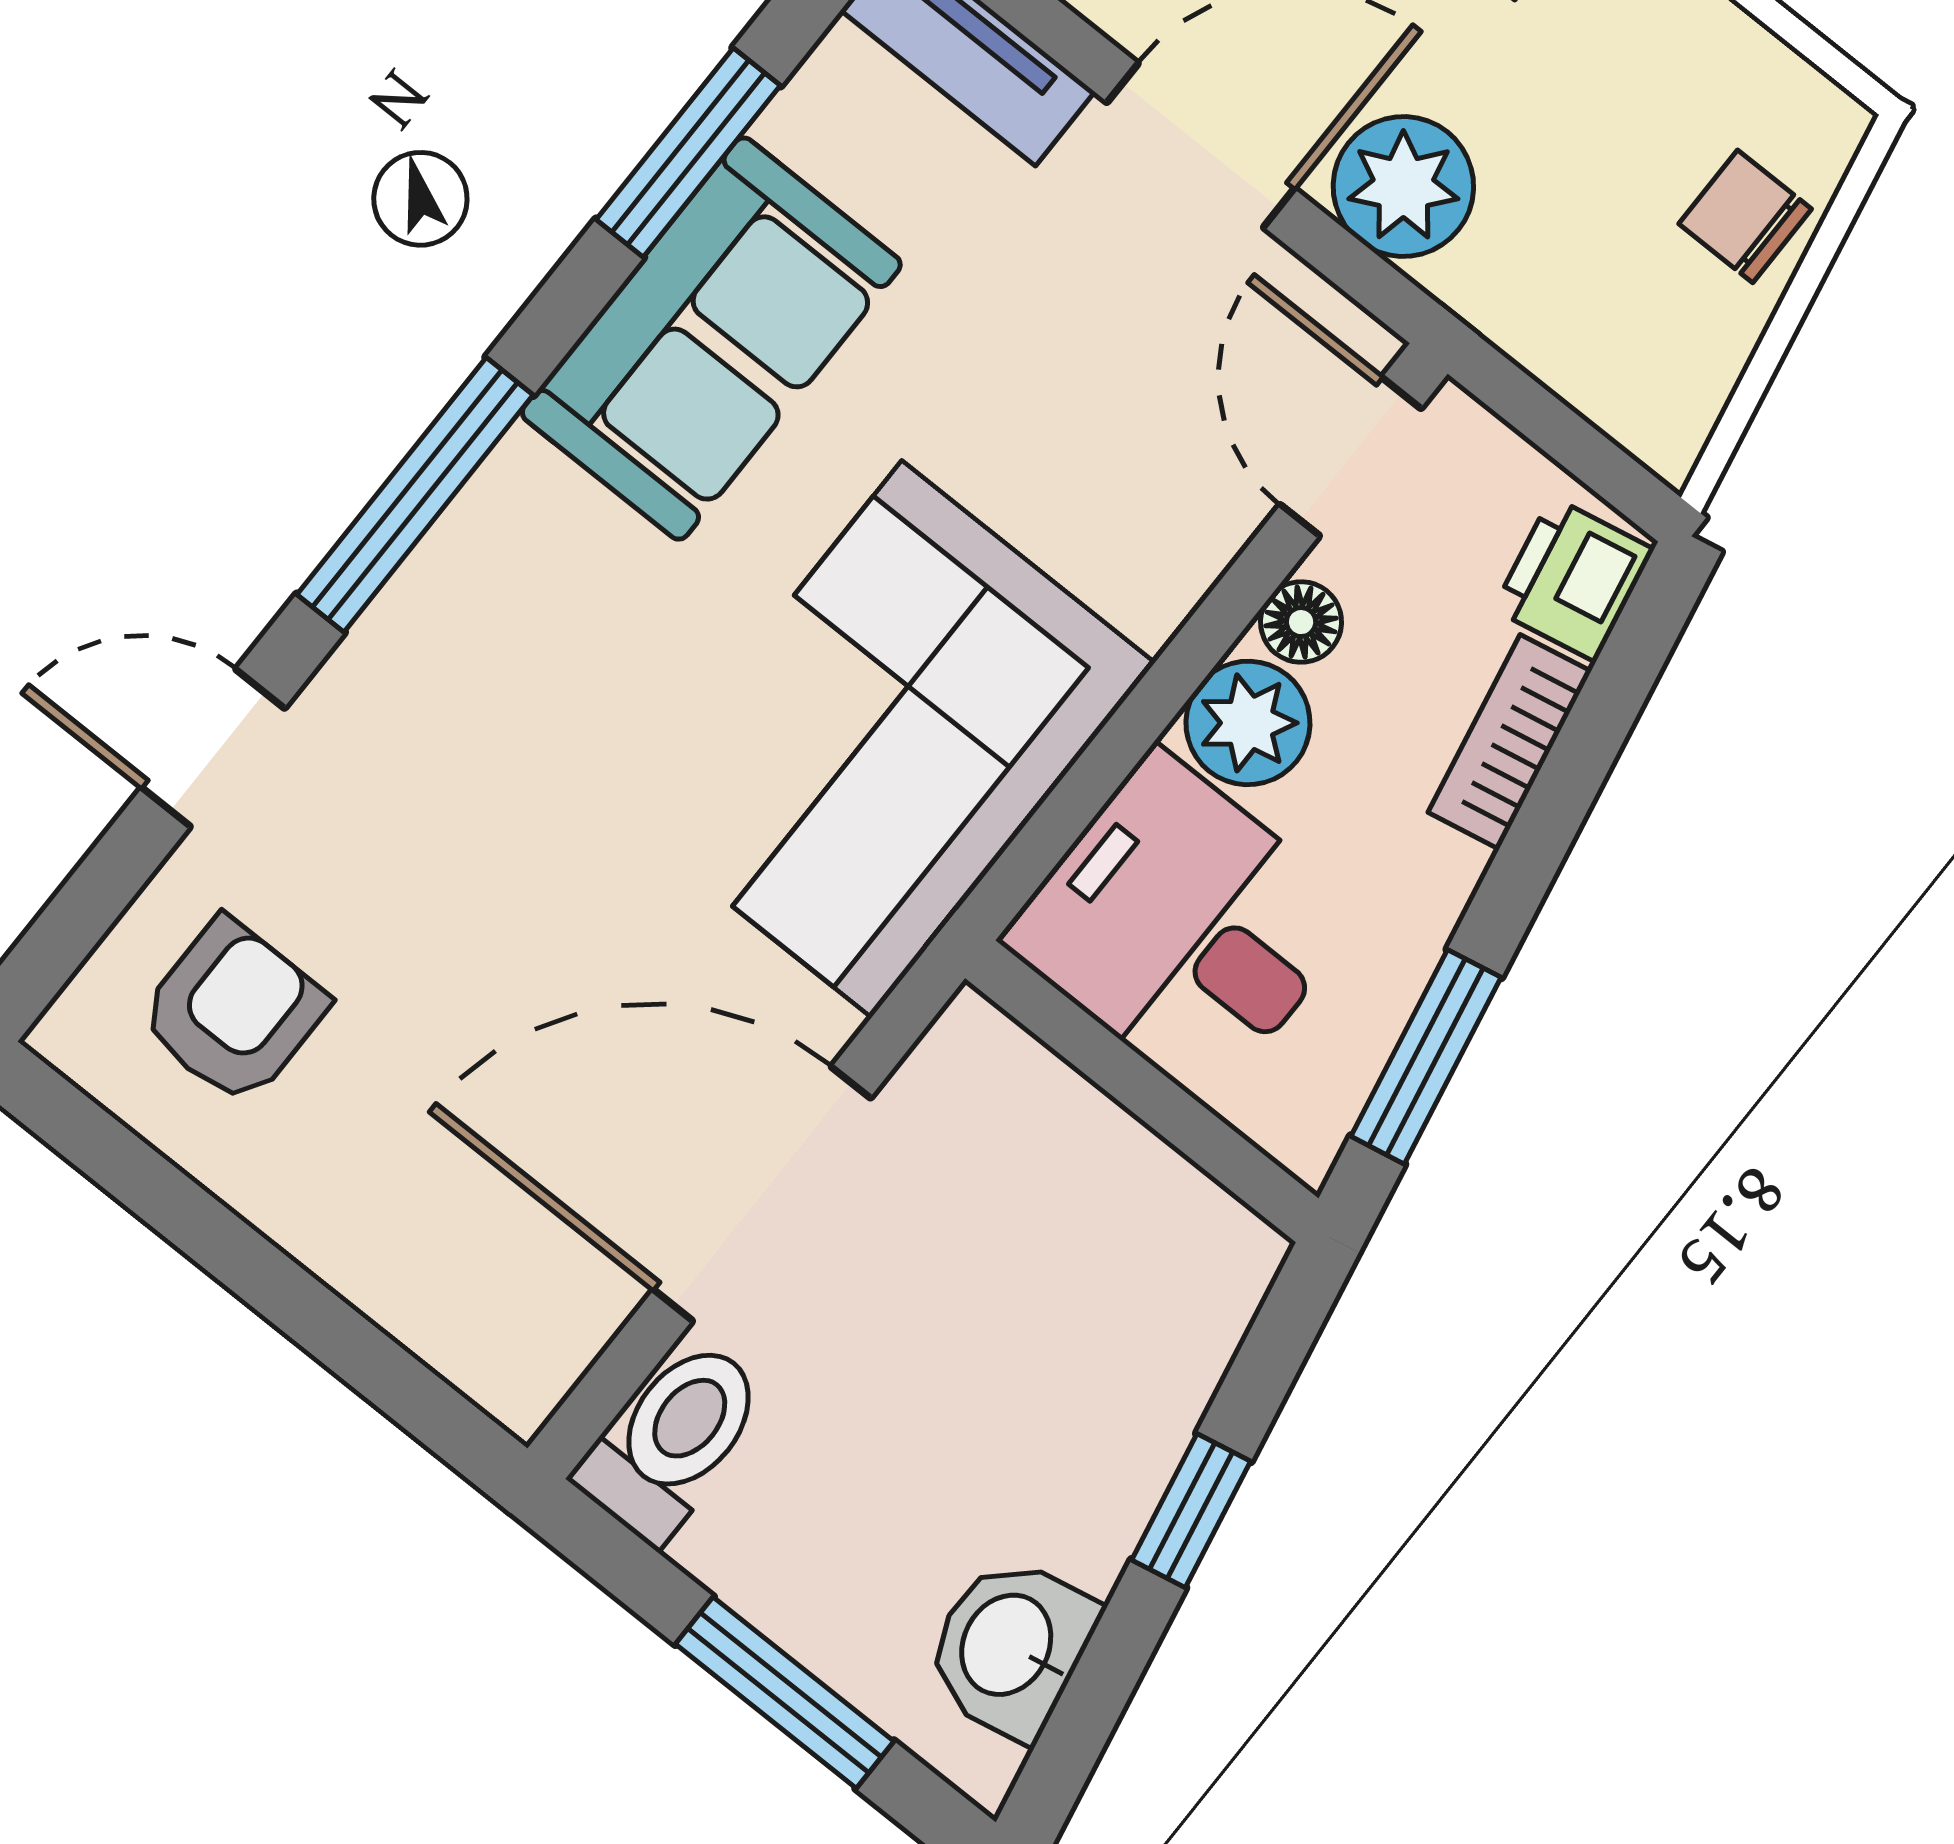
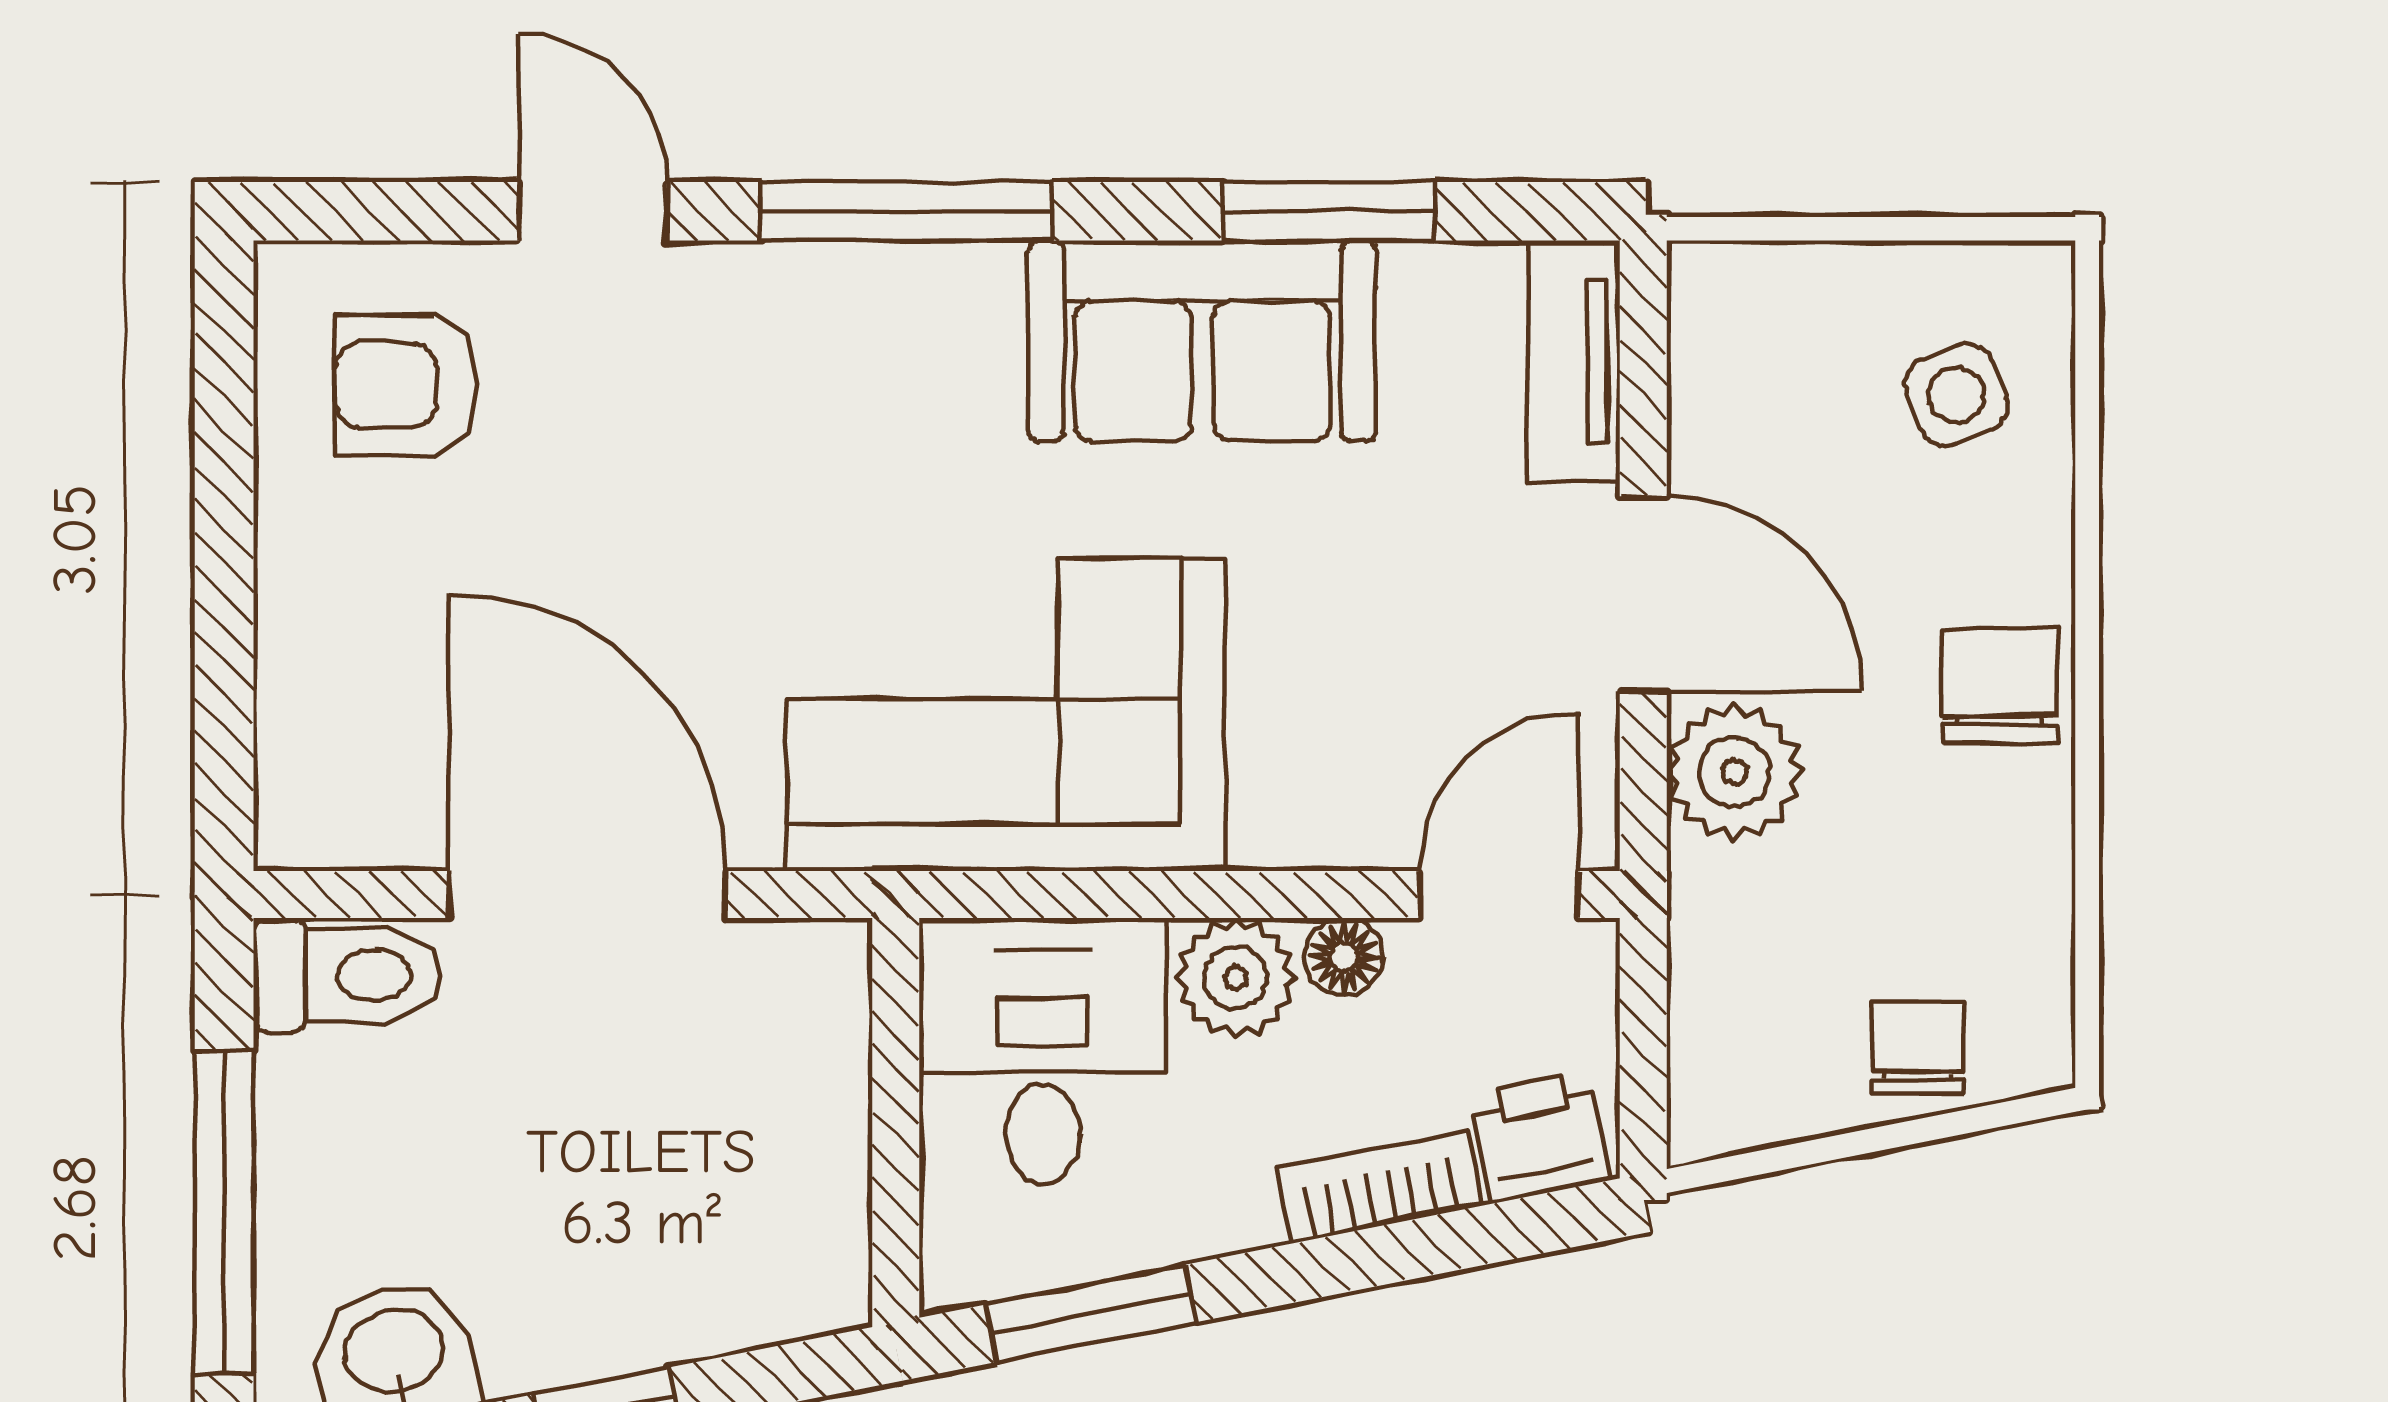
armchair: (233, 1011) -> (406, 385), turned 180
window: (785, 1693) -> (224, 1212), width x1.44

